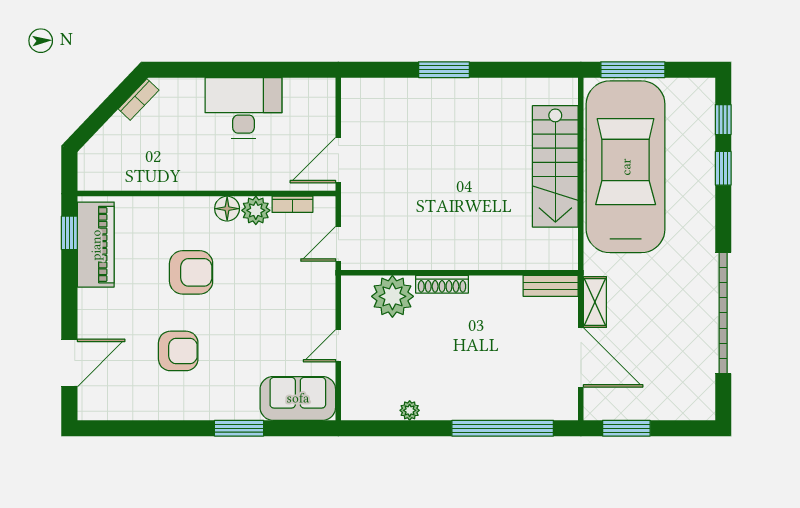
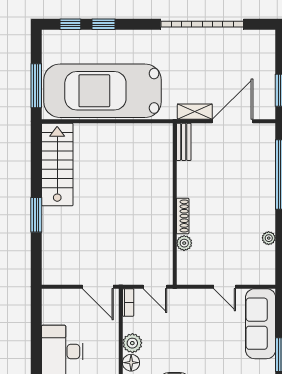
stairs: (555, 166) -> (57, 164), moved, turned -90
bookcase: (292, 204) -> (128, 302), moved
plant: (392, 296) -> (184, 243), width x0.53, depth x0.53
sofa: (298, 398) -> (261, 324), width x1.36

